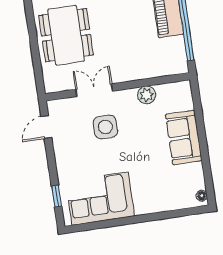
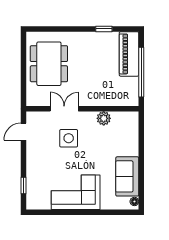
sofa: (184, 138) -> (127, 176), moved
corner sofa: (100, 199) -> (76, 192), moved

